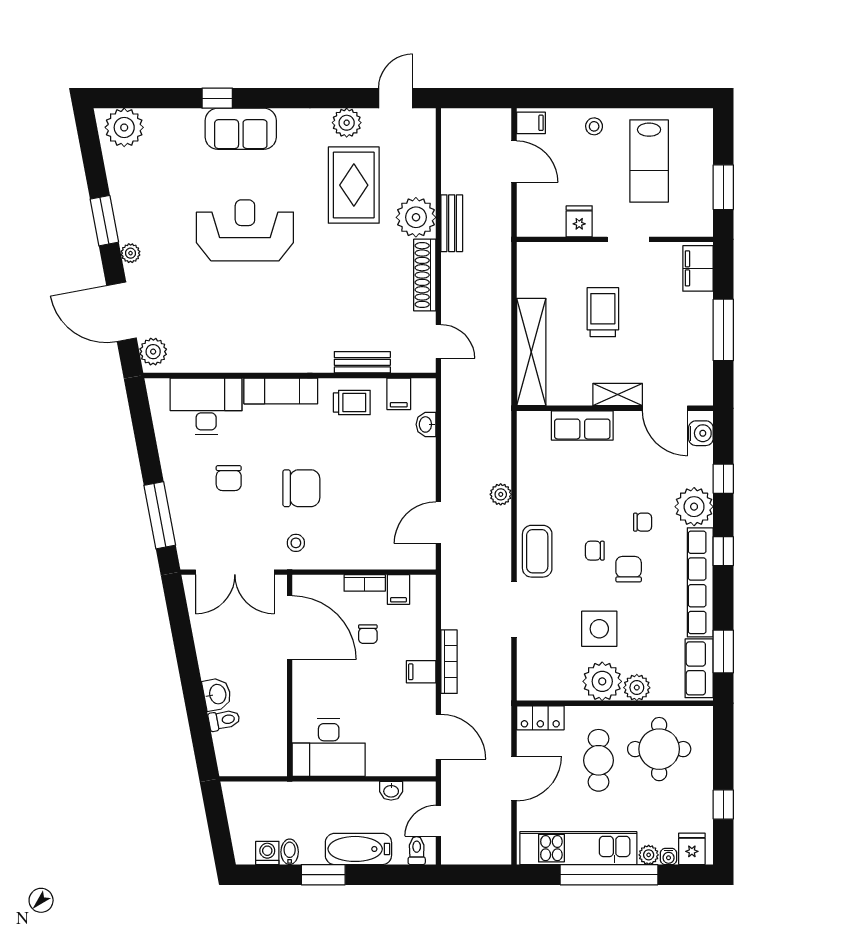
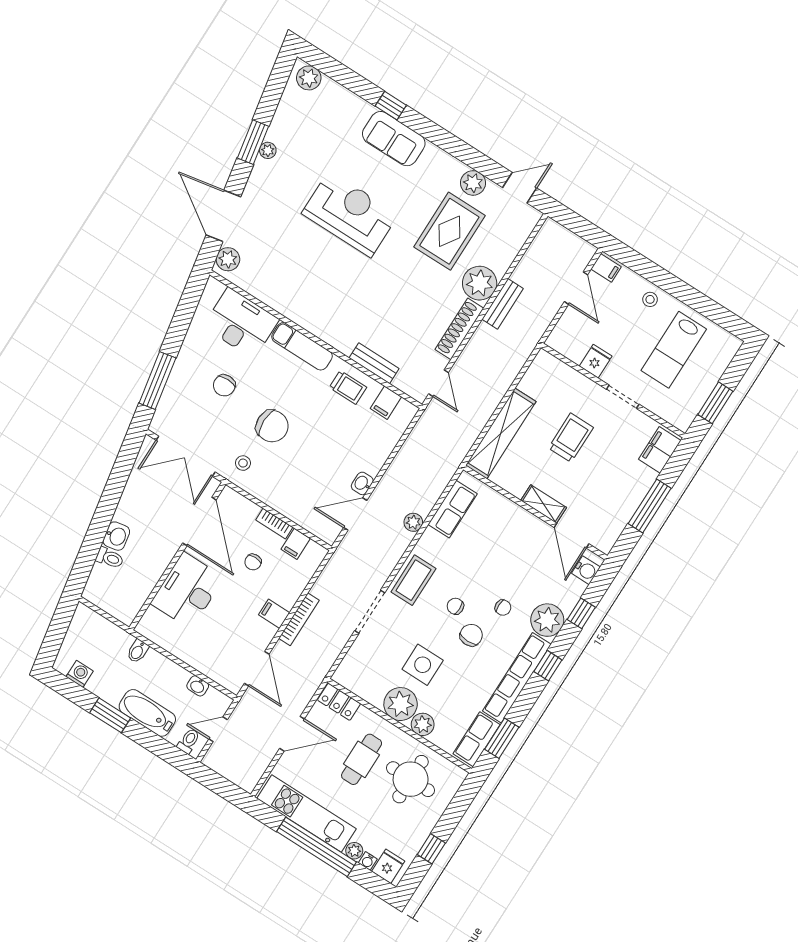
plant: (124, 127) -> (309, 78), width x0.73, depth x0.73
plant: (131, 253) -> (268, 150), moved
washbasin: (426, 424) -> (362, 483), moved
row of seats: (582, 425) -> (453, 509), moved, turned -90
desk: (329, 748) -> (187, 590), moved, turned 90
bidet: (290, 852) -> (138, 651), moved, turned 180

